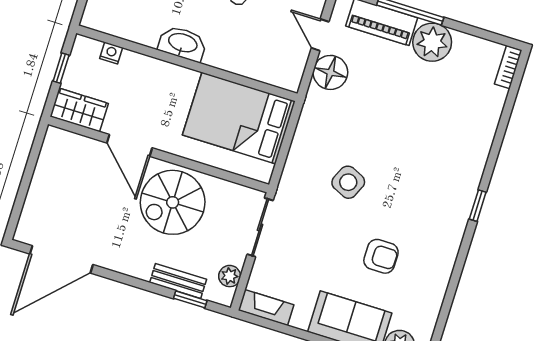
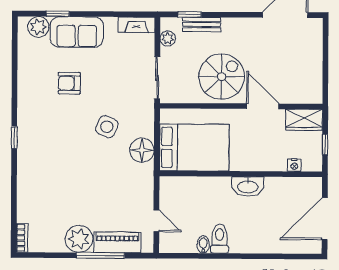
floor lamp: (330, 72) -> (142, 150), moved

